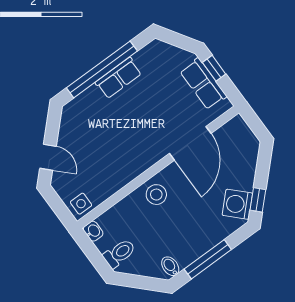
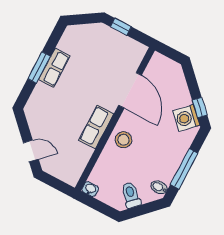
window: (102, 69) -> (39, 67), width x0.47
row of seats: (203, 84) -> (96, 127), moved, turned 90
side table: (81, 204) -> (72, 173), removed
toilet: (119, 253) -> (131, 195), moved, turned -45

